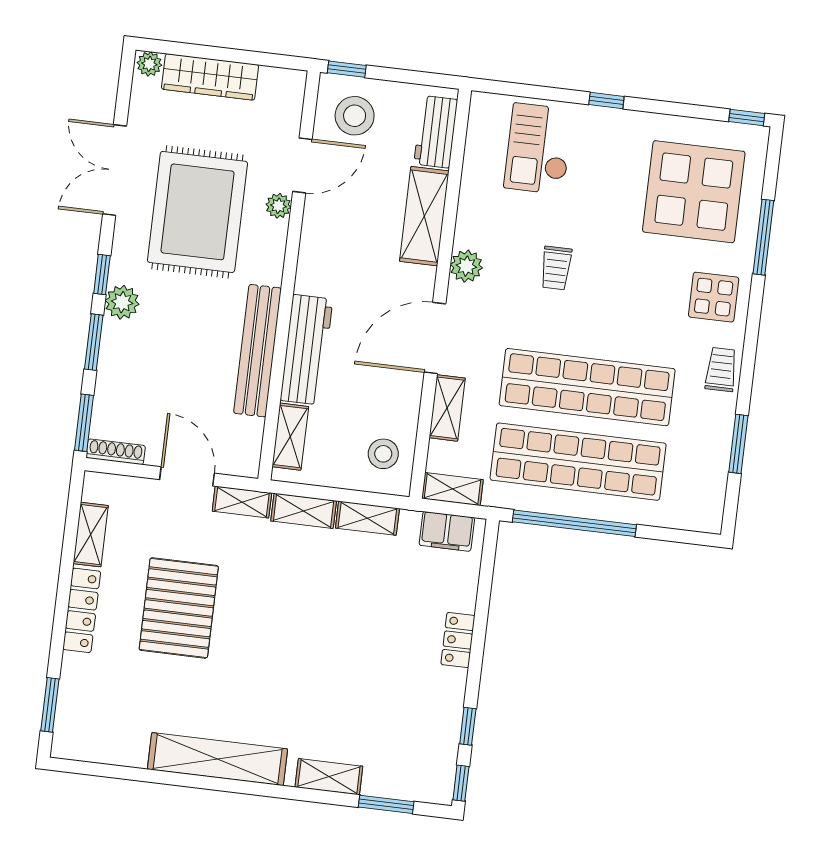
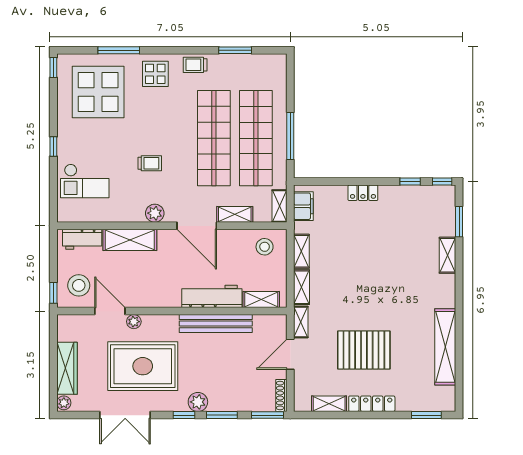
window: (574, 523) -> (290, 136), width x0.68
shelving: (218, 759) -> (445, 347), moved

